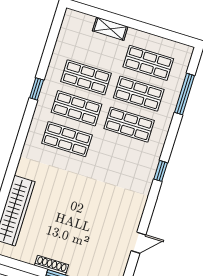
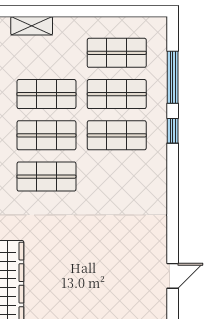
shelving: (110, 29) -> (32, 26), moved
window: (161, 171) -> (173, 131), moved

